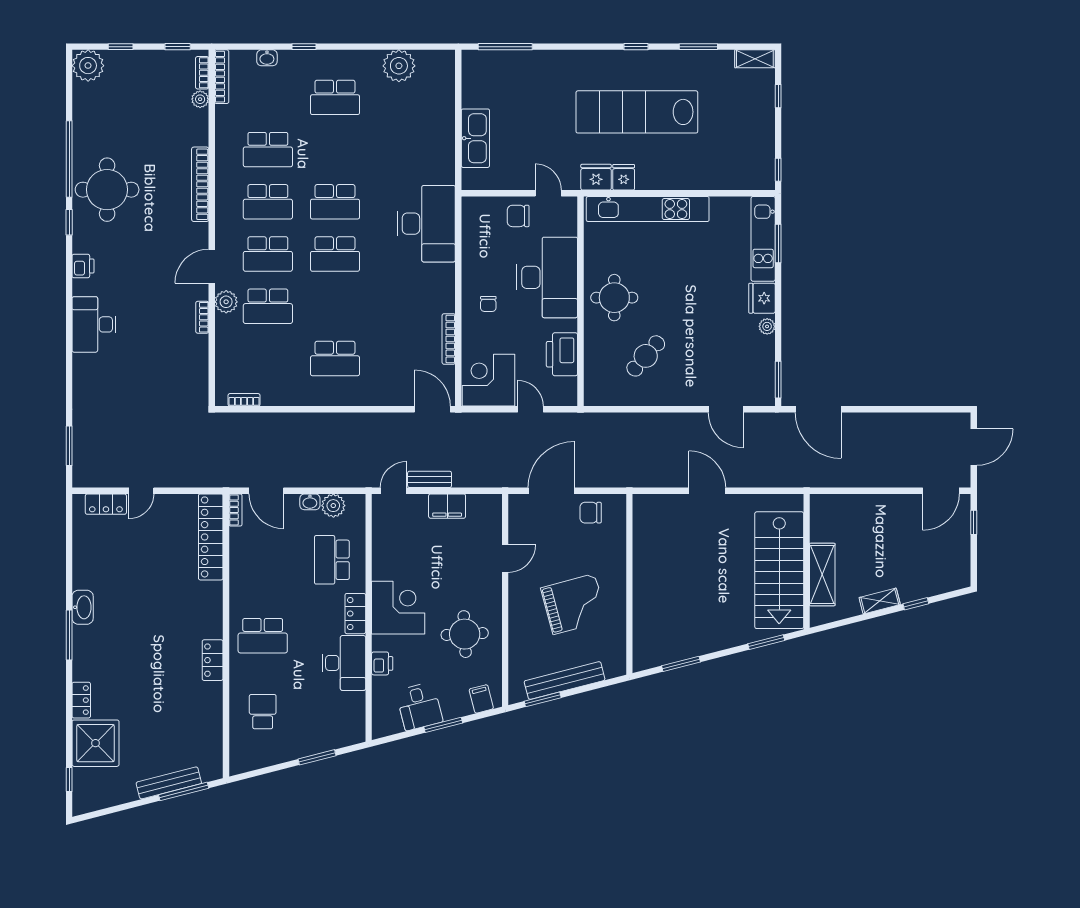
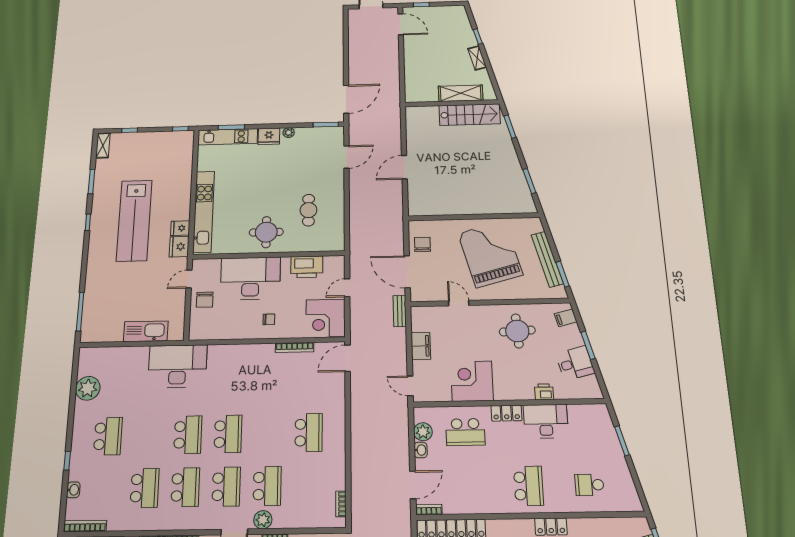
desk: (426, 224) -> (178, 366), moved
cafe table: (646, 356) -> (308, 210), turned 49
bench: (430, 479) -> (400, 311), moved
chair: (591, 513) -> (422, 244), turned 180
stairs: (779, 570) -> (470, 115), width x0.73, depth x0.66
grand piano: (574, 604) -> (490, 254), width x1.37, depth x1.48
corner desk: (398, 608) -> (472, 381), moved

